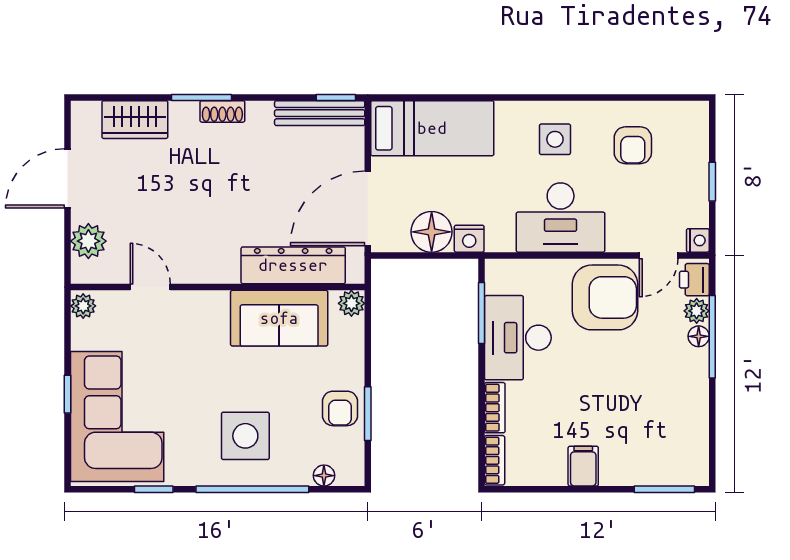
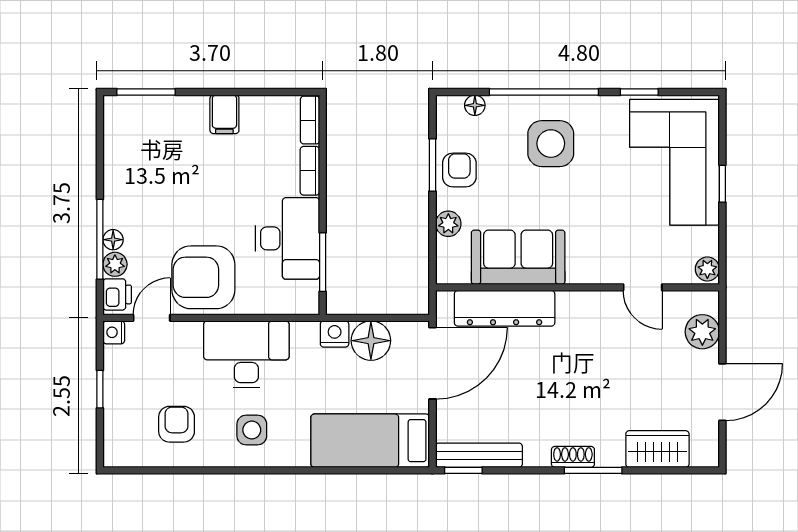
plant: (351, 303) -> (448, 224), moved

